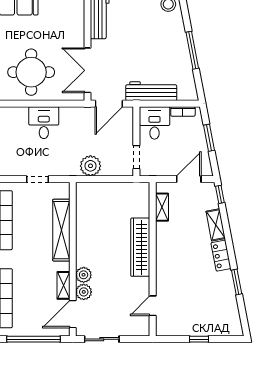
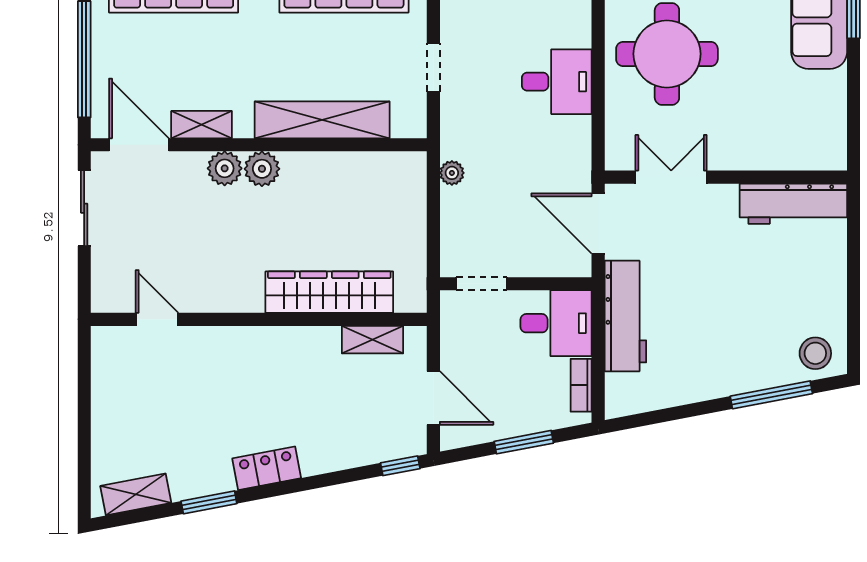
window: (192, 50) -> (771, 395), moved
double door: (88, 70) -> (671, 177), width x0.73
plant: (90, 166) -> (452, 173), width x0.53, depth x0.53
shelving: (216, 225) -> (136, 494), moved
wardrobe: (140, 247) -> (329, 292), moved
plant: (84, 292) -> (262, 169), moved
window: (199, 339) -> (84, 420), removed

